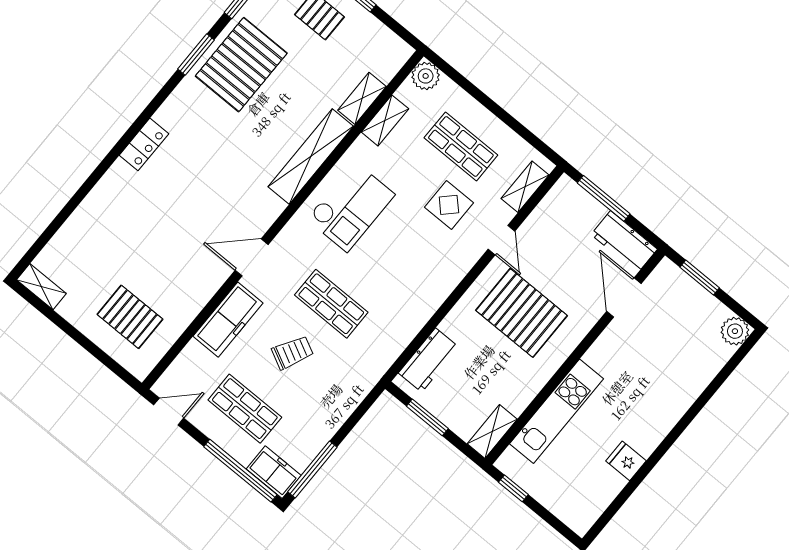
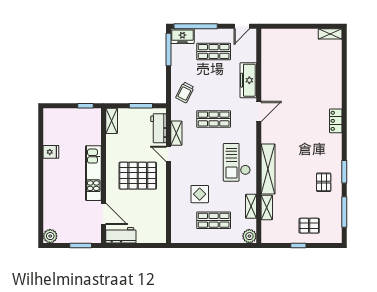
pallet: (241, 65) -> (324, 182), width x0.49, depth x0.50
shelving: (525, 187) -> (176, 133), moved
window: (604, 198) -> (142, 245), removed
door: (502, 240) -> (168, 154), moved
pallet: (130, 317) -> (287, 50), removed
trolley: (292, 352) -> (185, 92), moved
kitchen unit: (557, 411) -> (93, 173), moved

